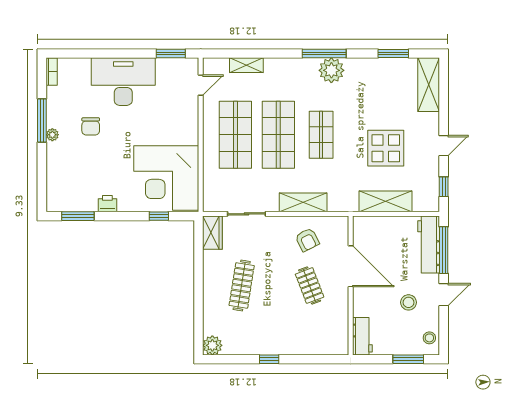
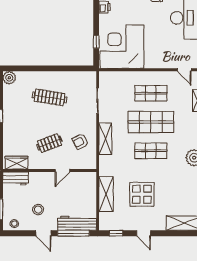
shop shelf: (235, 135) -> (151, 93), width x0.70, depth x0.74
wardrobe: (212, 233) -> (16, 163), moved, turned 180
door: (351, 266) -> (62, 171), width x0.53

